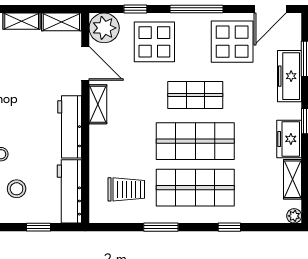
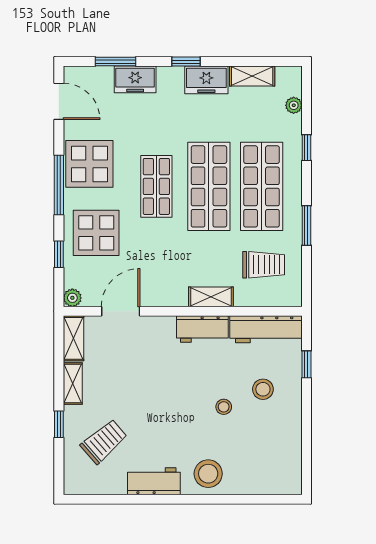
plant: (104, 28) -> (72, 298), width x0.53, depth x0.53
display table: (232, 42) -> (89, 164), moved
freezer: (289, 76) -> (135, 79), width x0.71
shelving: (98, 104) -> (211, 297), moved
workbench: (70, 127) -> (202, 329), width x0.73
trolley: (126, 189) -> (264, 265), turned 90
plant: (294, 216) -> (294, 105), moved

